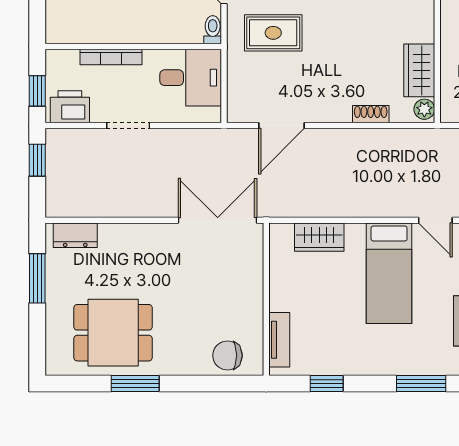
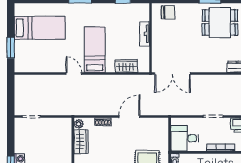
door: (281, 126) -> (129, 117), moved
tv unit: (279, 340) -> (145, 34), moved

